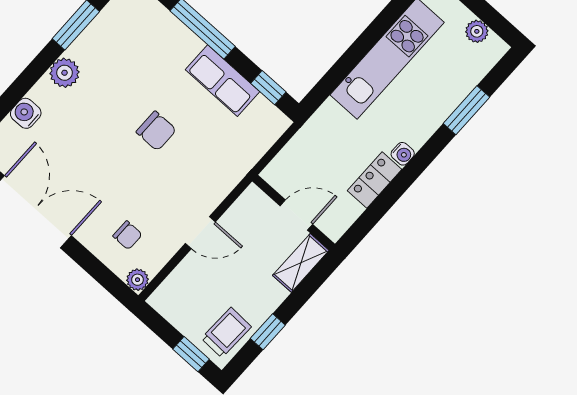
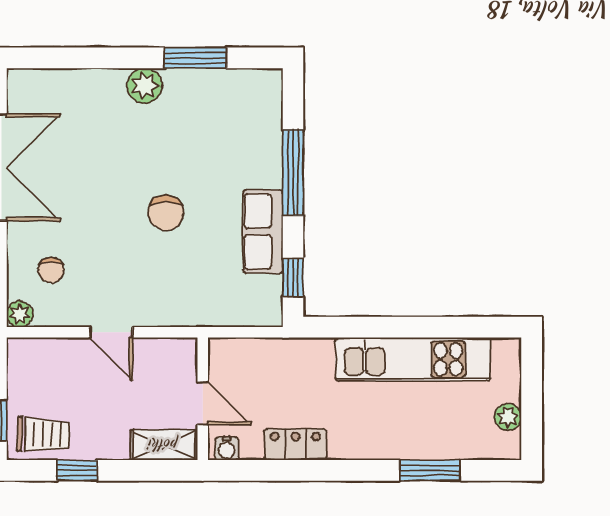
water cooler: (26, 113) -> (78, 84), removed
water cooler: (403, 154) -> (227, 449), moved

